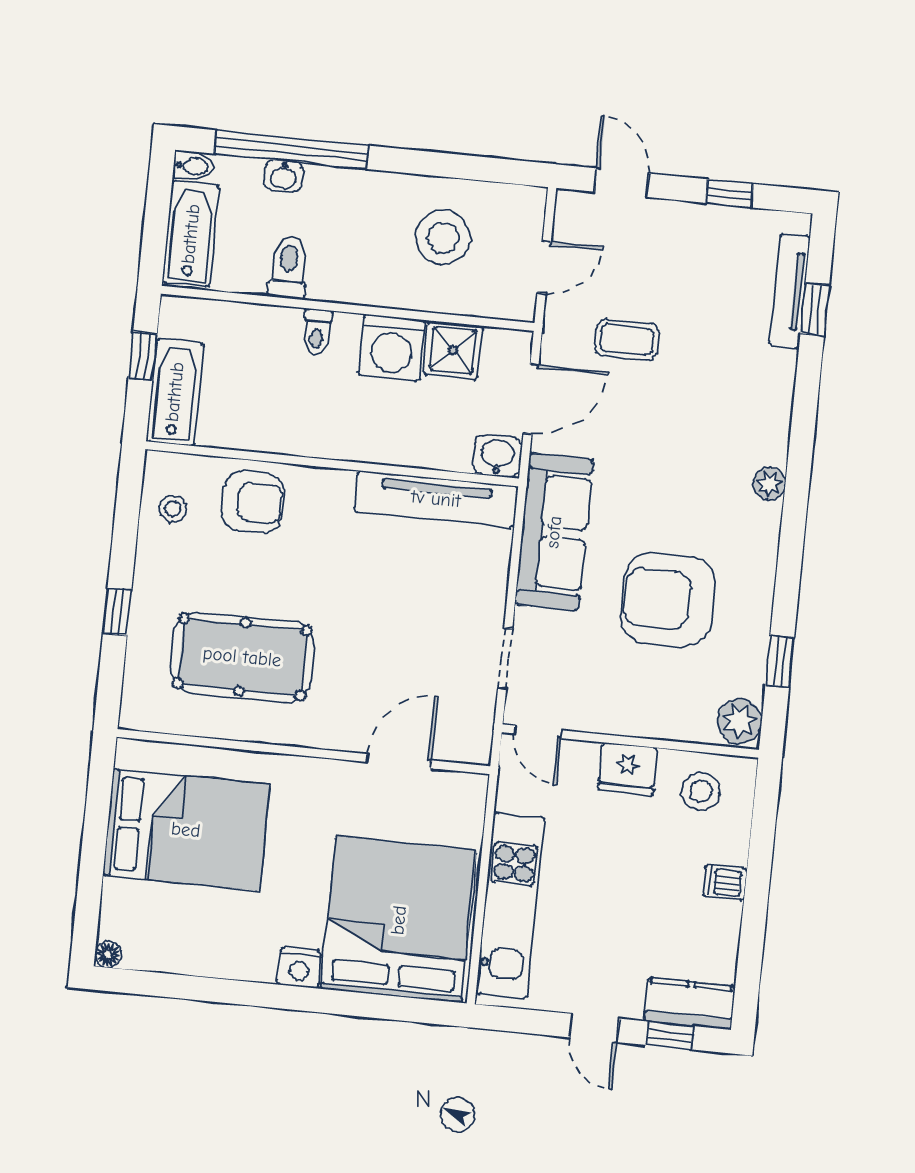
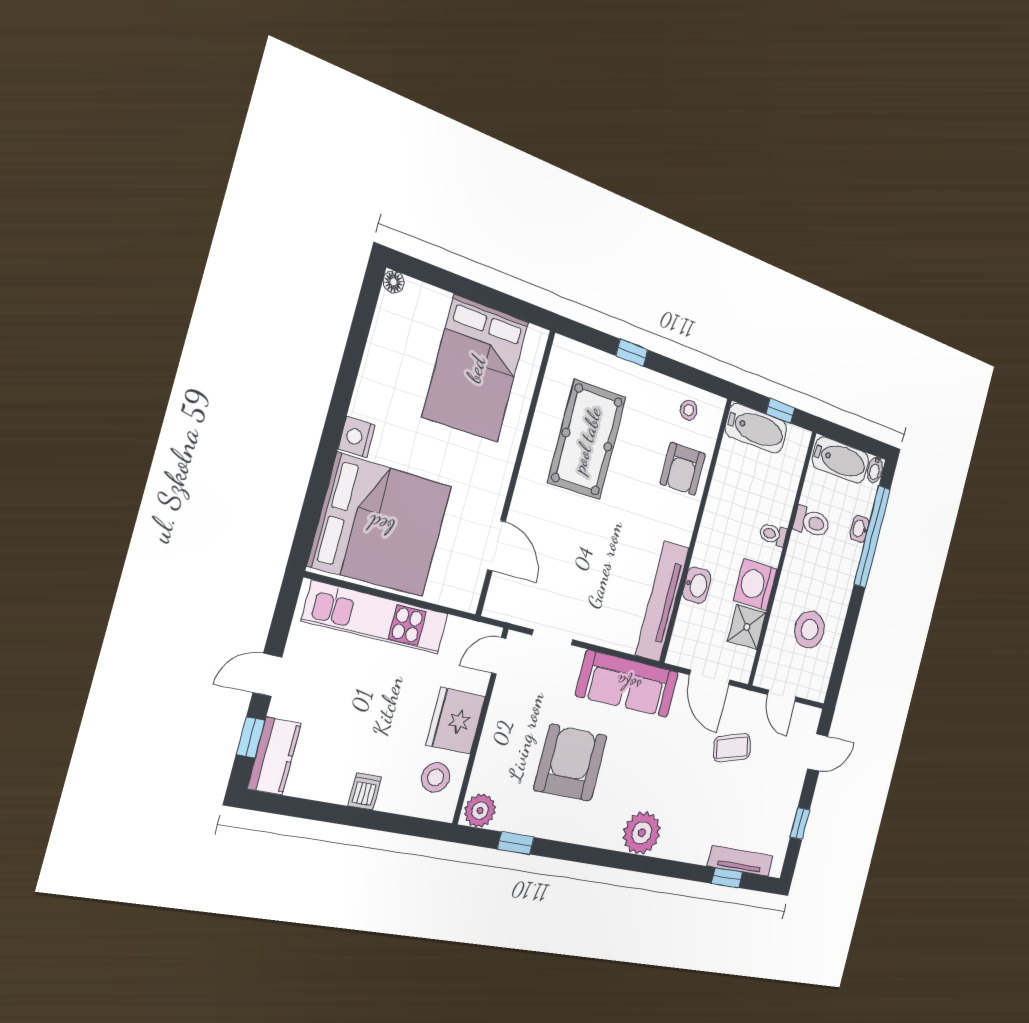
coffee table: (627, 340) -> (732, 748), turned 75
washbasin: (497, 456) -> (697, 585), moved
plant: (769, 484) -> (642, 833), width x1.88, depth x1.88
fridge: (628, 769) -> (456, 721), width x1.36, depth x1.34

